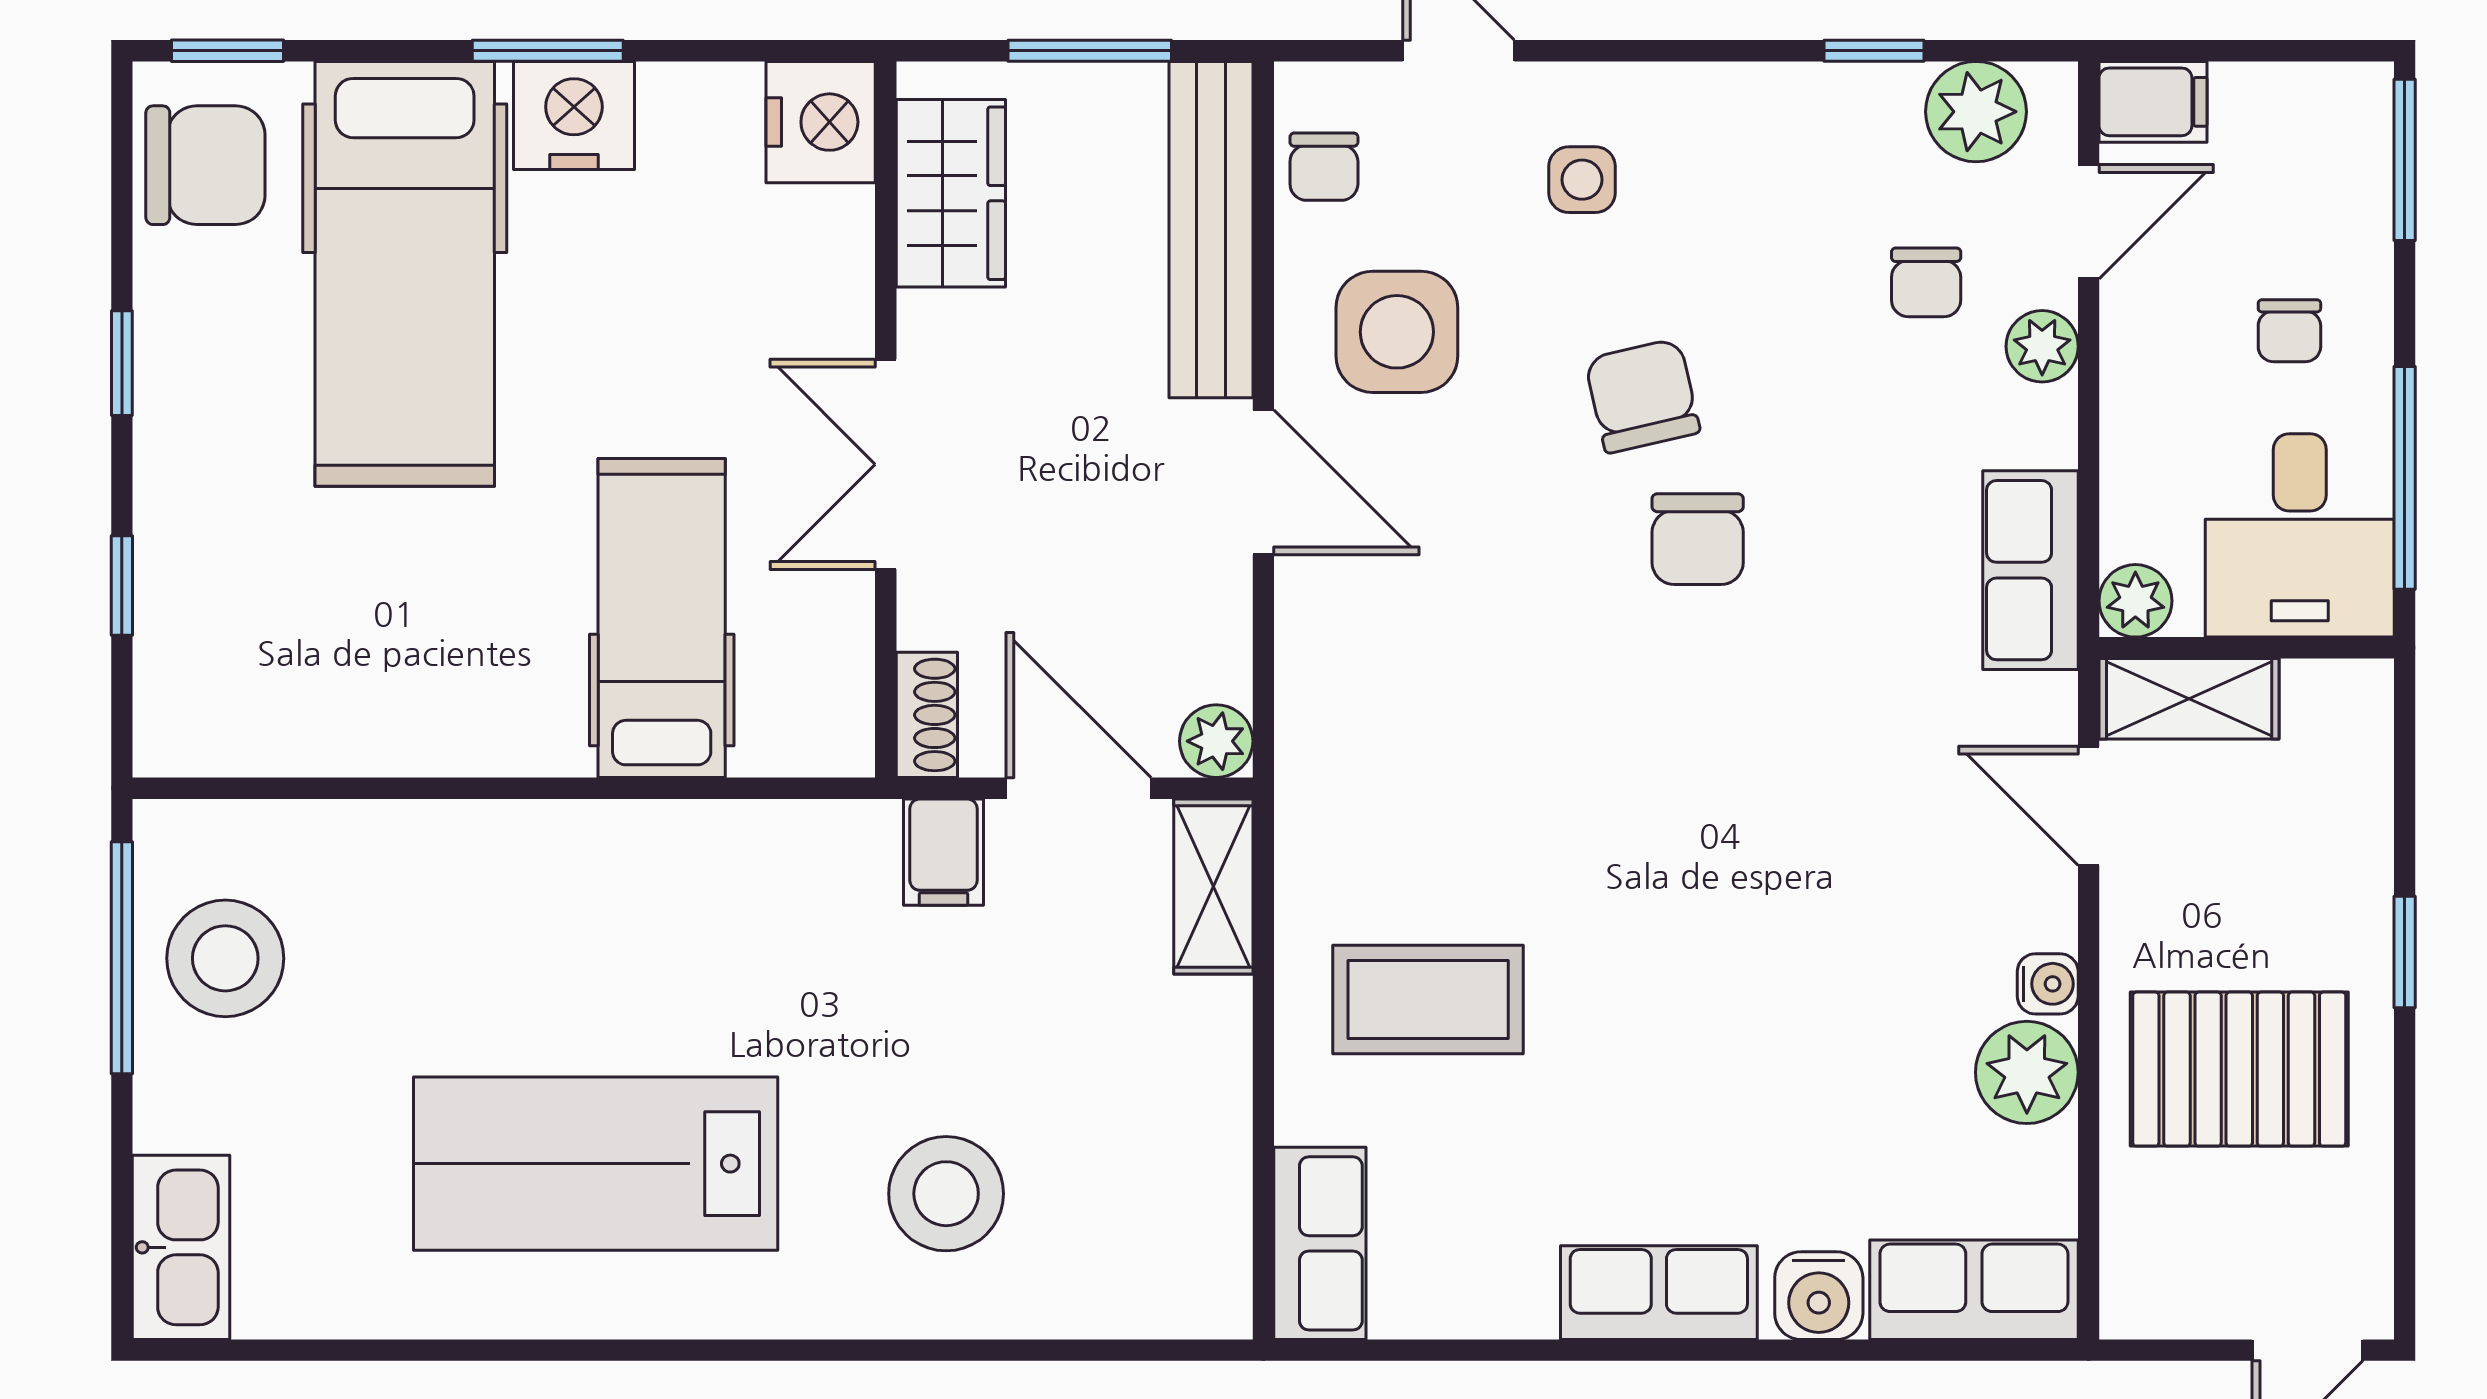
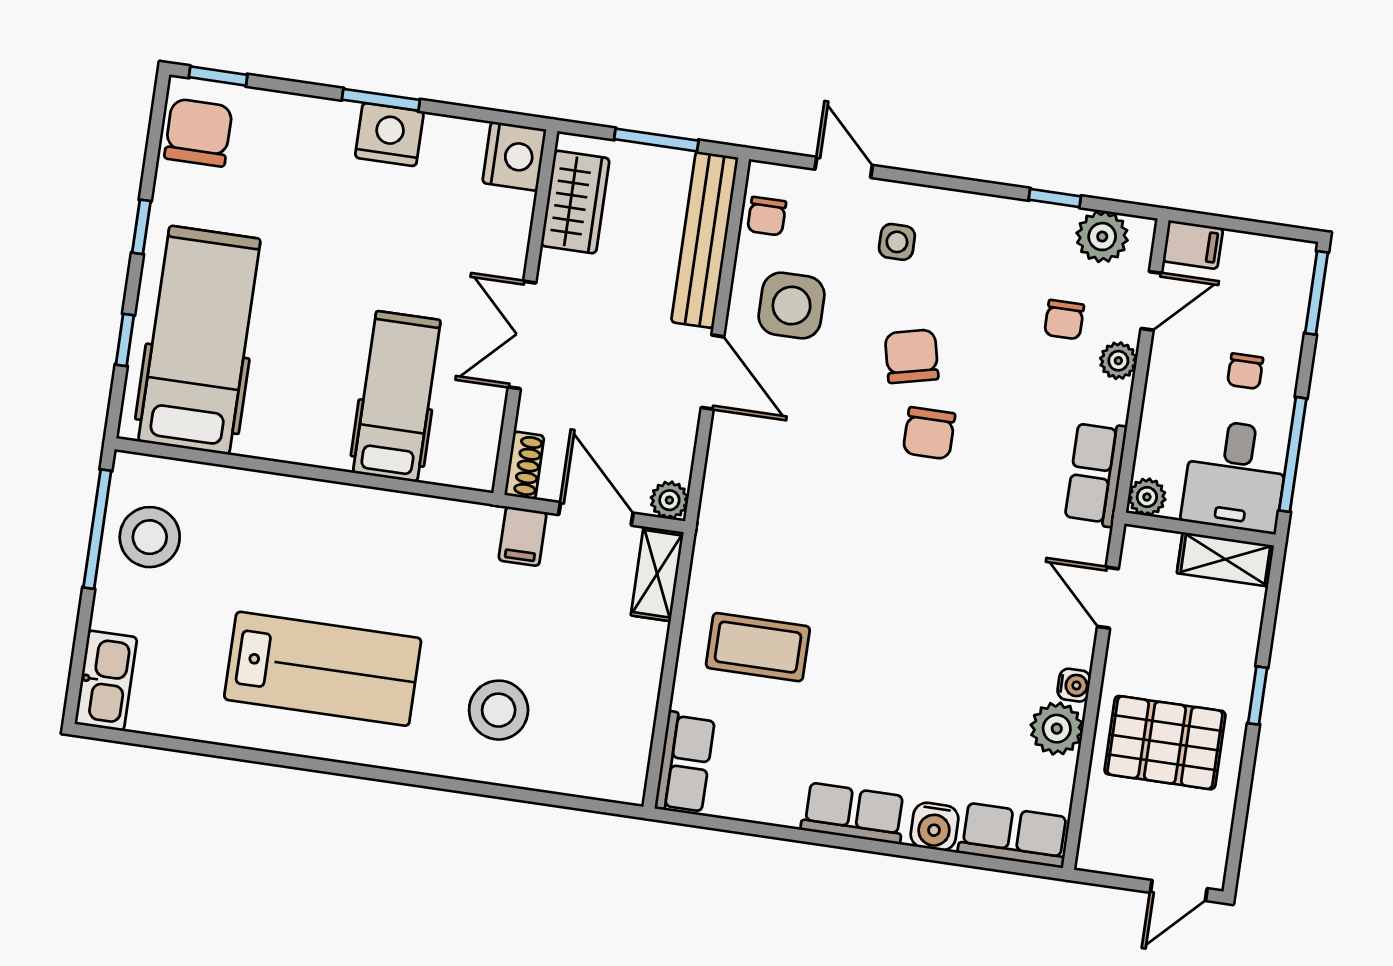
chair: (205, 165) -> (198, 132), turned -90
hospital bed: (405, 274) -> (199, 340), moved, turned 180
shelving: (2189, 699) -> (1225, 559), moved
lab bench: (596, 1164) -> (323, 669), turned 180

